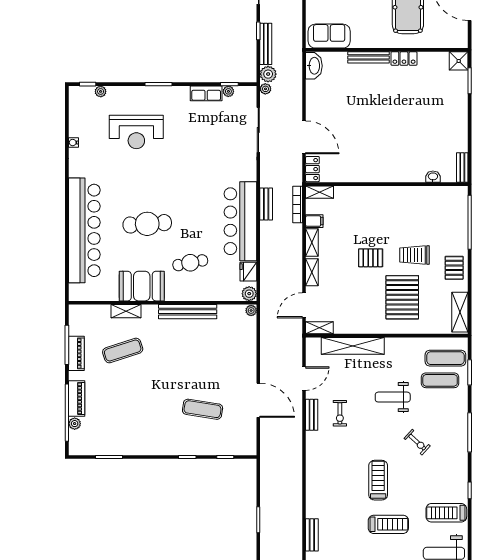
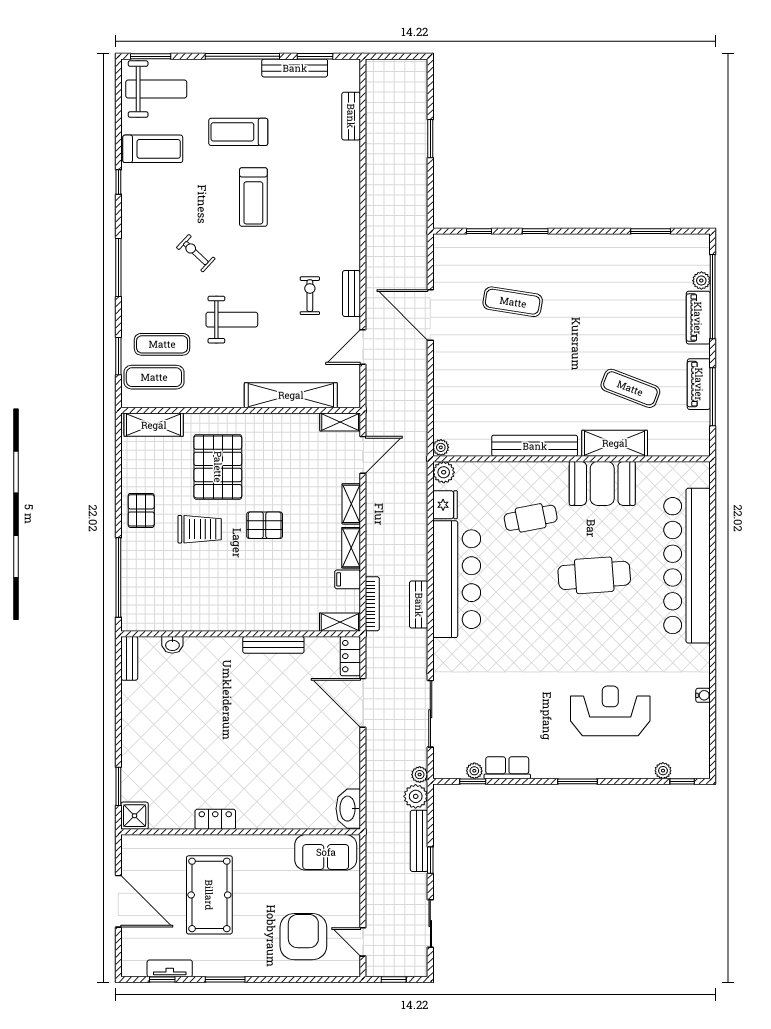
bench: (368, 57) -> (273, 645), moved
shelving: (126, 311) -> (615, 443), width x1.50, depth x1.33
shelving: (460, 312) -> (154, 425), moved, turned 90
exercise mat: (123, 351) -> (630, 388), turned 39

